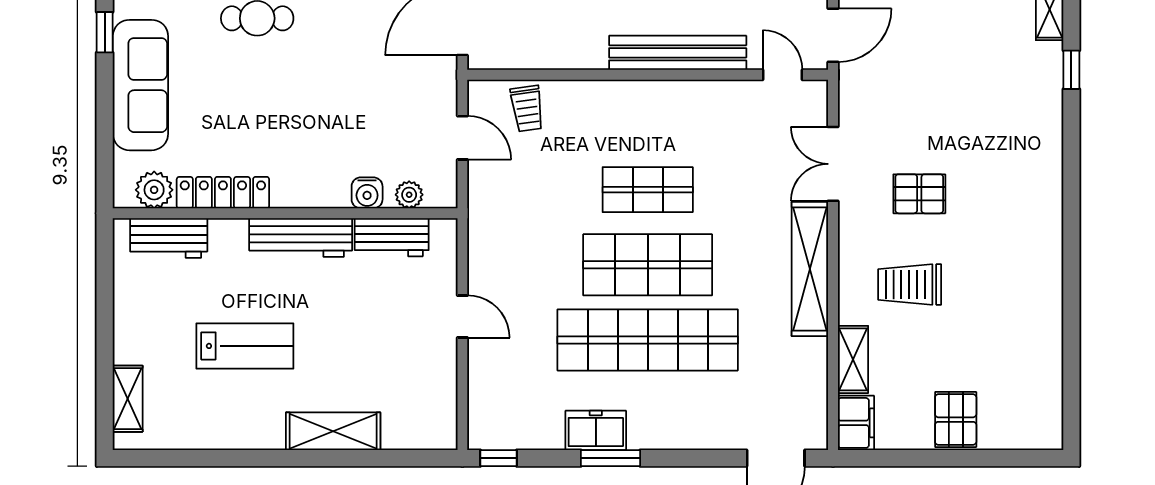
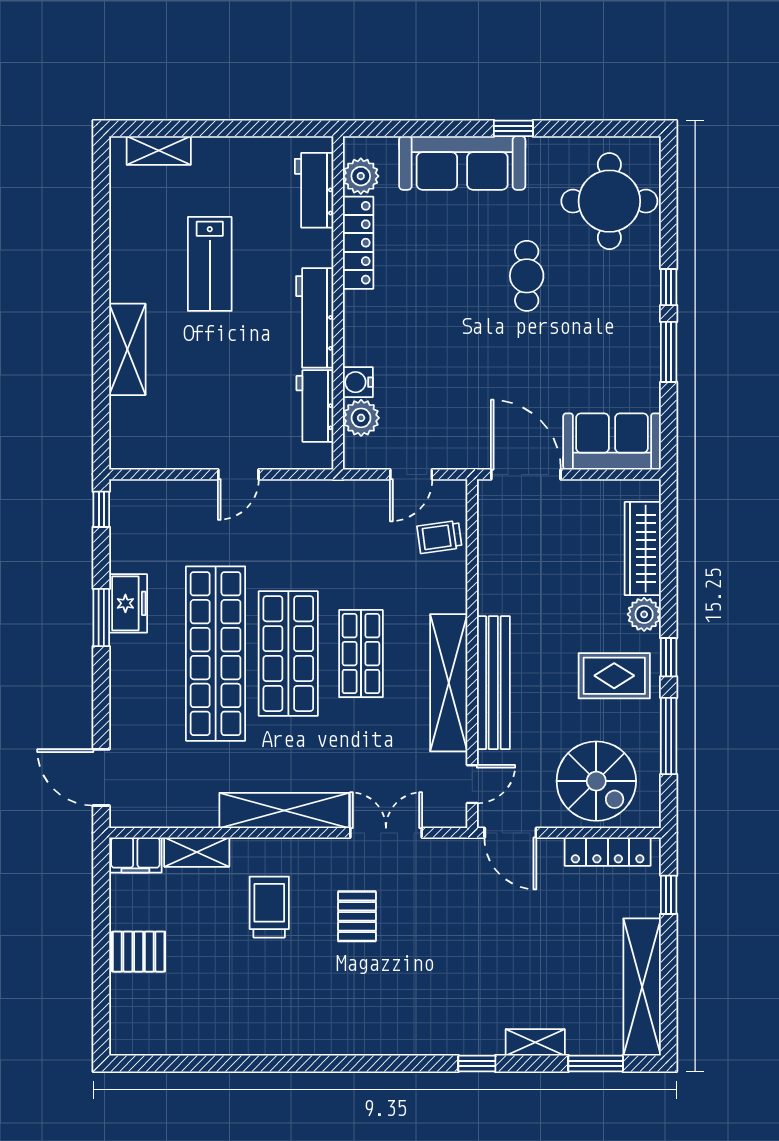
shelving: (678, 99) -> (449, 683), added
plant: (409, 195) -> (361, 418), width x1.38, depth x1.38

